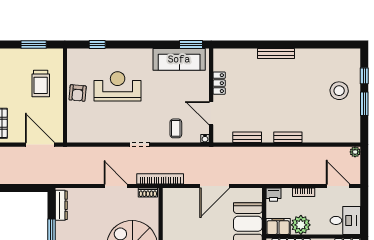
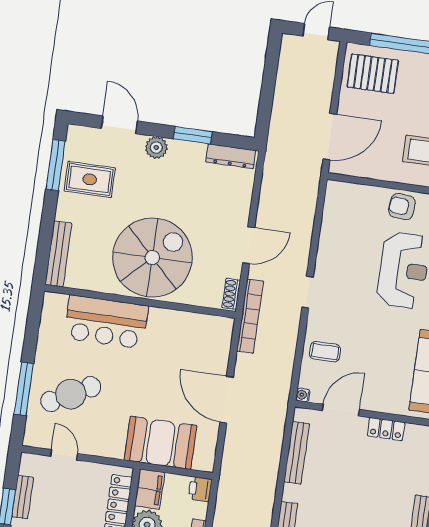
bench: (247, 137) -> (297, 453), width x1.36

